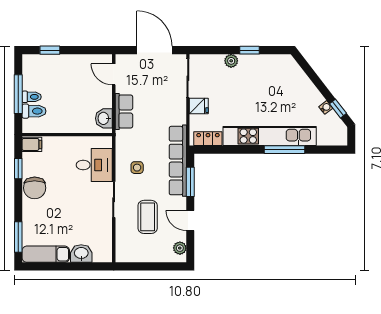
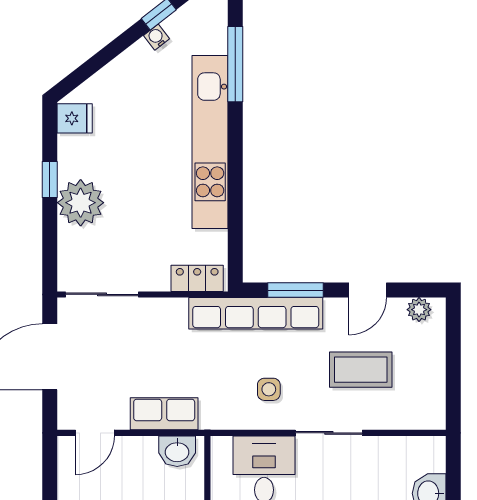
plant: (231, 61) -> (81, 203), width x1.88, depth x1.88
fridge: (199, 106) -> (75, 118), moved, turned 90
locker: (208, 139) -> (197, 278), moved, turned 90
window: (285, 150) -> (235, 64), moved

